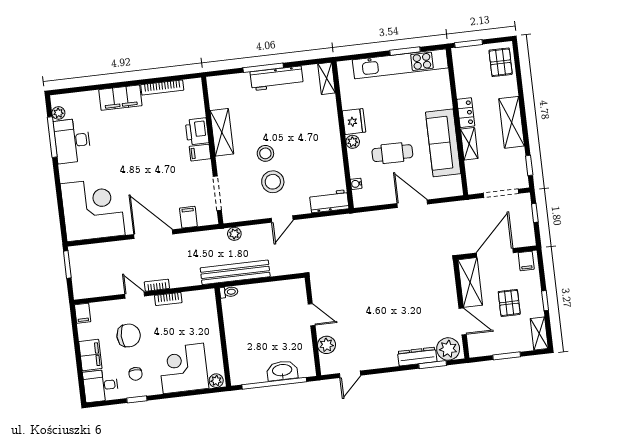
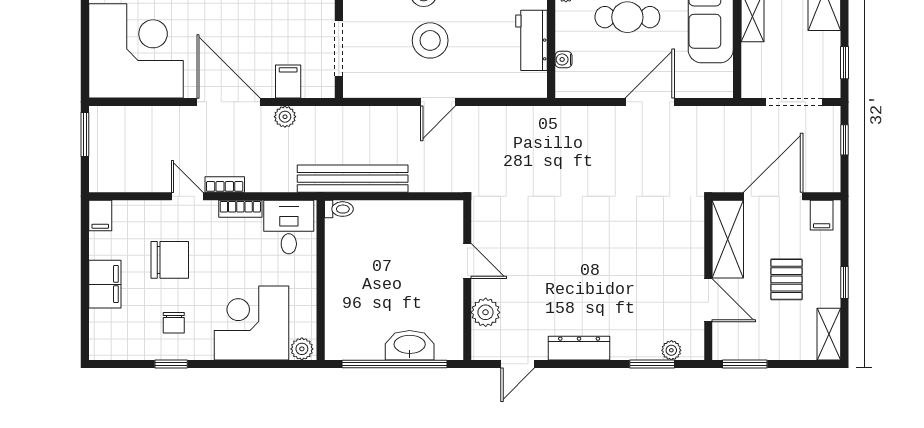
workbench: (329, 201) -> (532, 40), moved, turned -90
door: (412, 204) -> (650, 102), hinge flipped
plant: (234, 234) -> (285, 117), moved
plant: (448, 349) -> (671, 350), width x0.53, depth x0.53
window: (507, 356) -> (745, 364), moved
dresser: (417, 357) -> (579, 348), moved
desk: (101, 386) -> (289, 227), moved, turned 90

